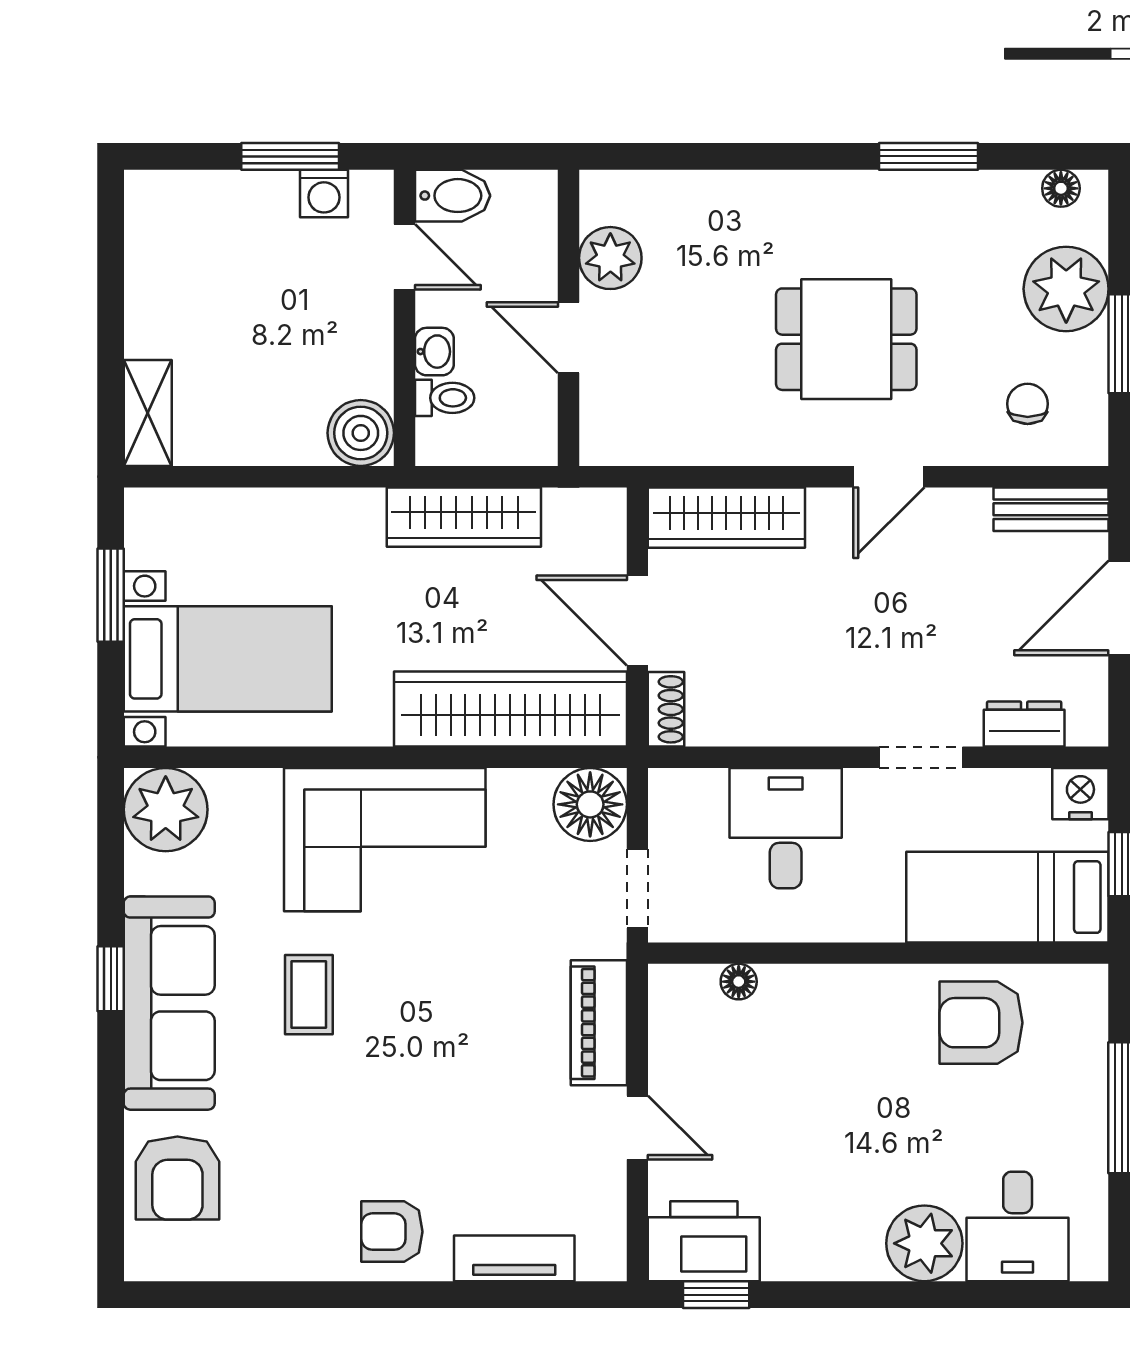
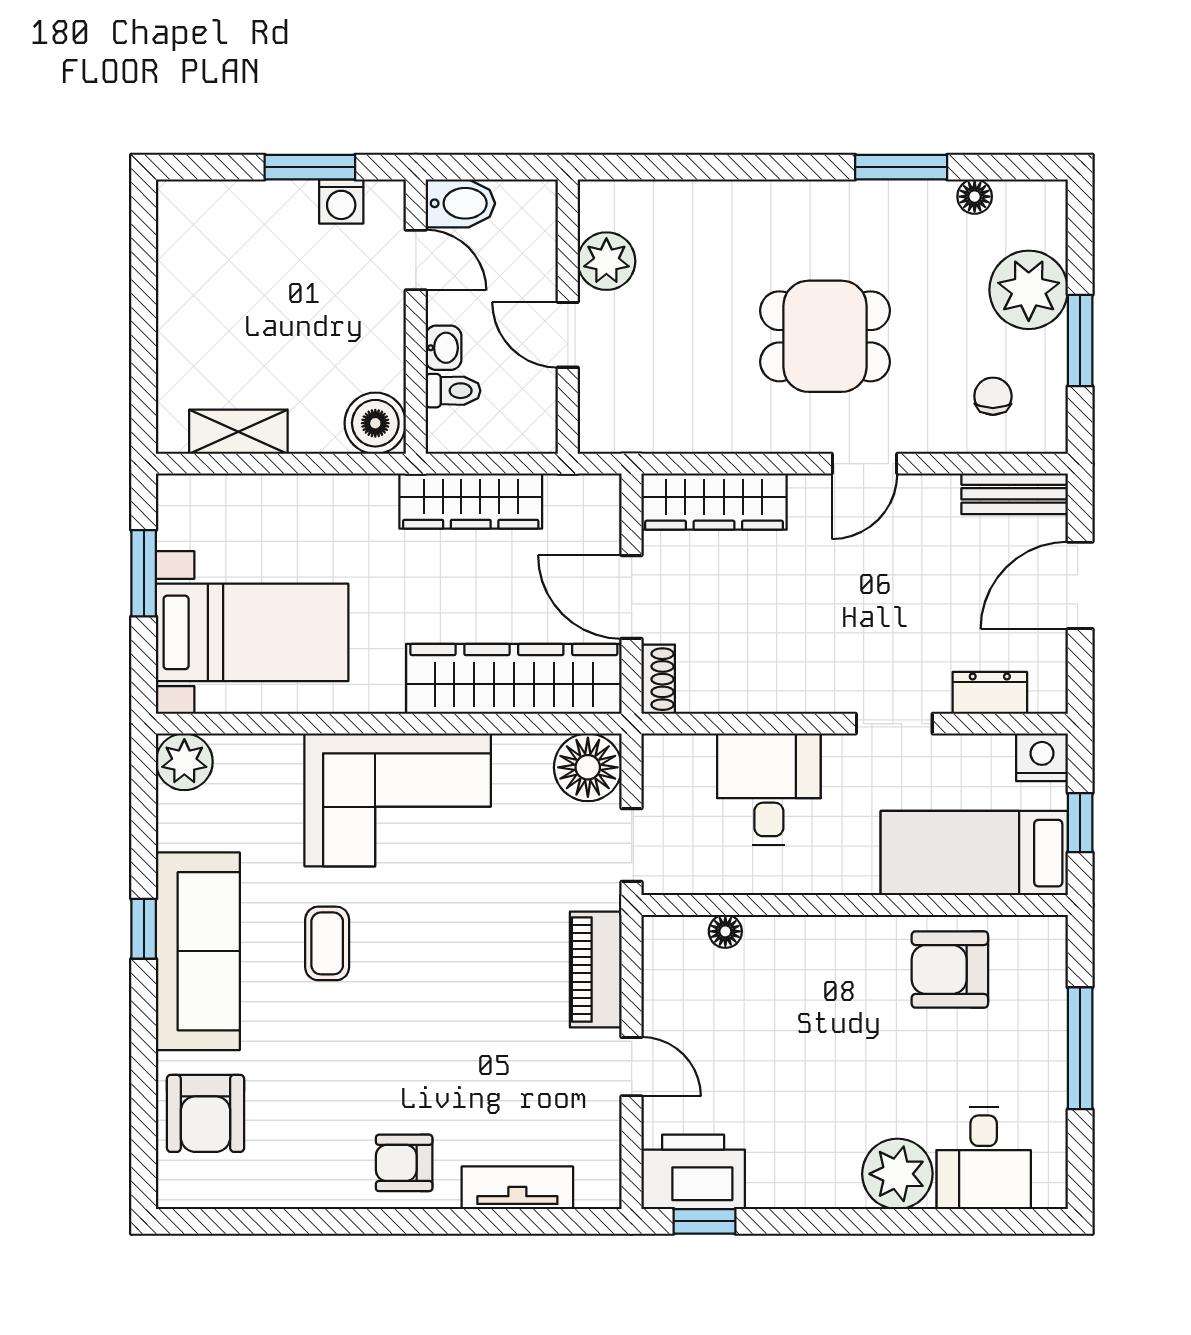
floor lamp: (1061, 188) -> (975, 197), moved
shelving: (148, 413) -> (238, 432), moved, turned 90
plant: (166, 810) -> (184, 762), width x0.73, depth x0.73

